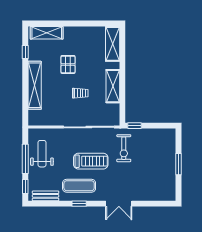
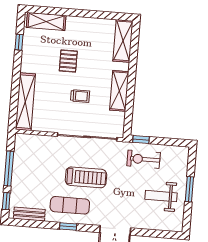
shelving: (35, 85) -> (25, 102), moved
exercise bike: (124, 148) -> (144, 159), moved, turned 90
weight bench: (42, 154) -> (161, 196), moved, turned -90

